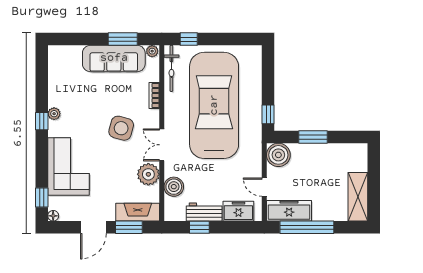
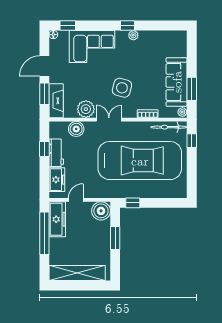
shelving: (358, 197) -> (77, 273), width x1.47
door: (93, 227) -> (44, 66), hinge flipped

